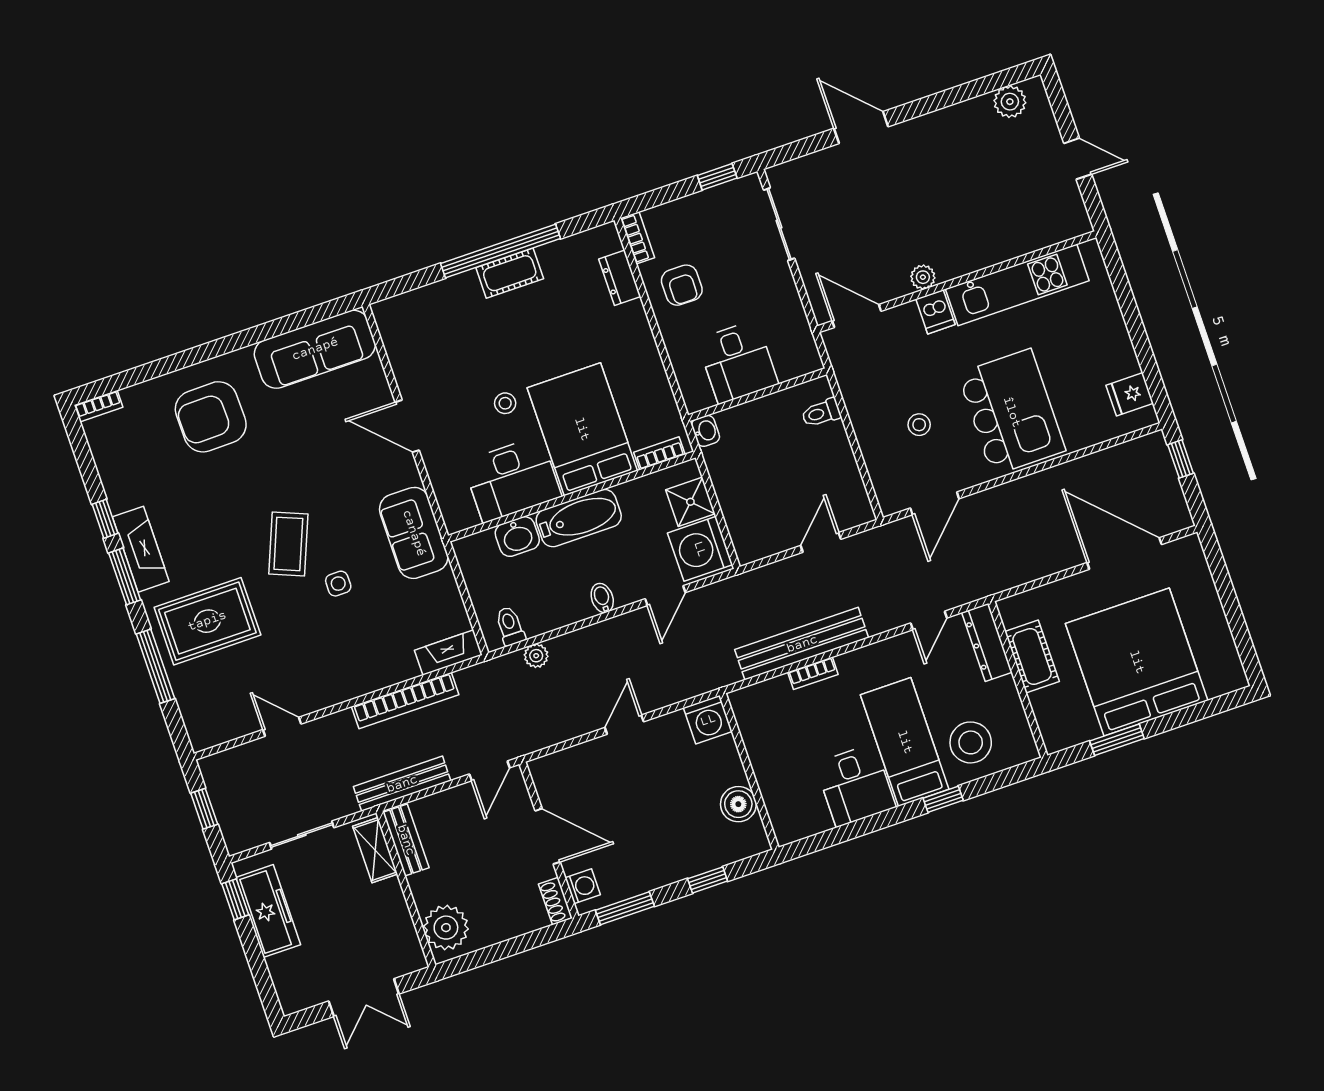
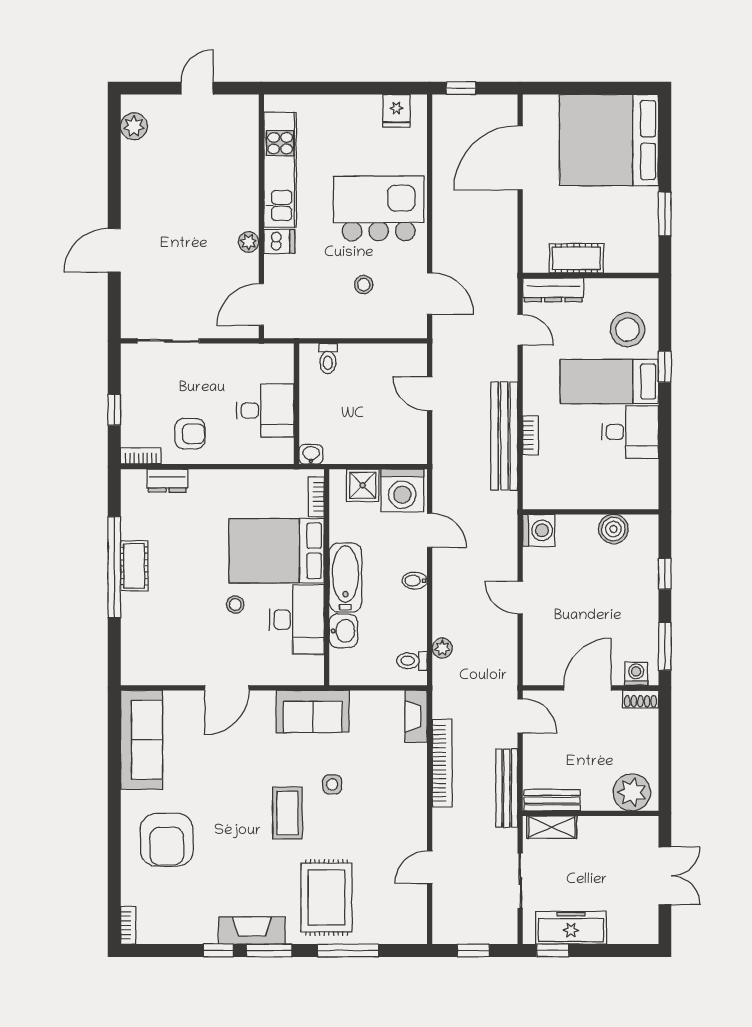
window: (717, 177) -> (114, 410), moved
coffee table: (288, 544) -> (288, 813), turned 68
bed: (1137, 662) -> (609, 140), moved

